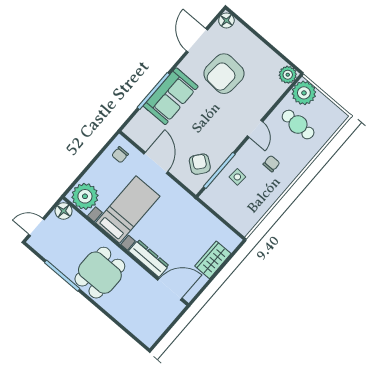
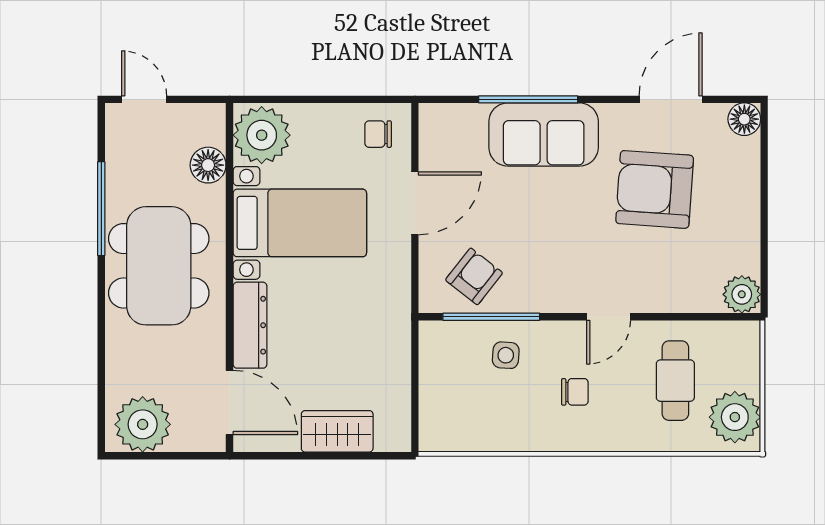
plant: (304, 93) -> (735, 417), moved
floor lamp: (64, 211) -> (208, 165), moved
dining table: (100, 273) -> (159, 266), width x1.38
plant: (151, 327) -> (143, 424), added

